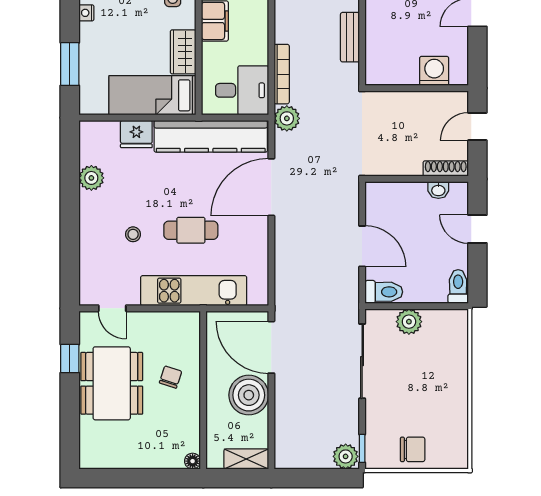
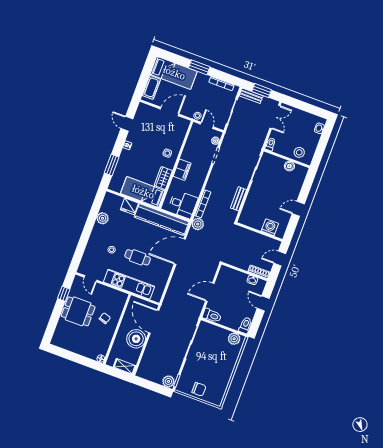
door: (362, 246) -> (210, 292), swing flipped
plant: (409, 322) -> (234, 339), moved
dining table: (112, 383) -> (78, 311), width x0.73

